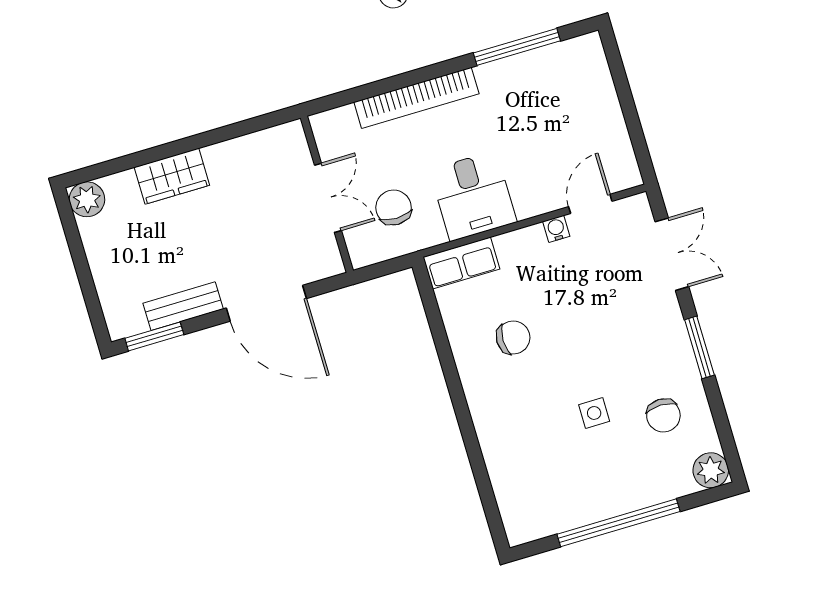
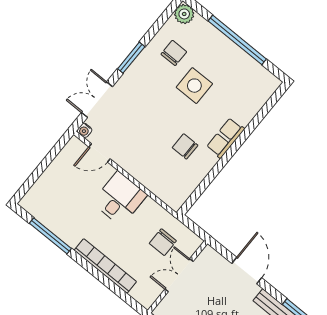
desk: (473, 196) -> (120, 199), moved
water cooler: (556, 229) -> (85, 130), moved
row of seats: (461, 263) -> (226, 138), moved, turned -90
door: (266, 303) -> (247, 271), width x0.73
side table: (594, 413) -> (194, 86), width x1.87, depth x1.87

